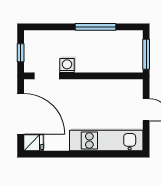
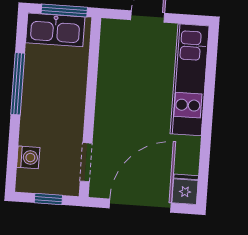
kitchen sink: (133, 49) -> (55, 30), added
washing machine: (67, 65) -> (28, 157), moved, turned 180

